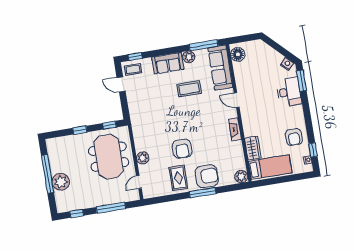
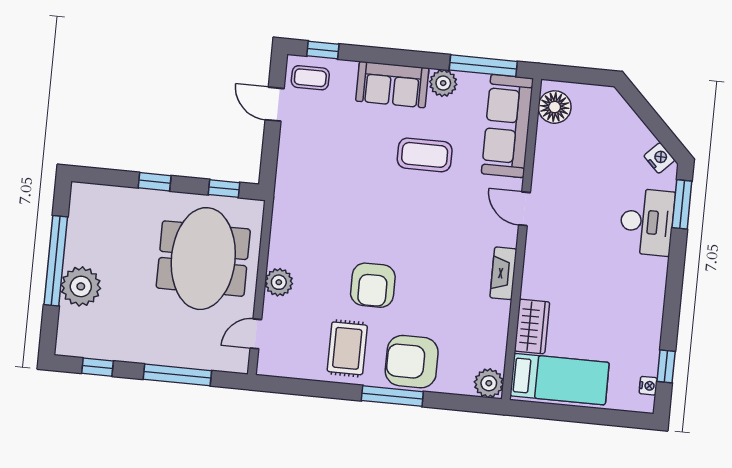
armchair: (294, 137) -> (631, 326), removed
armchair: (207, 176) -> (412, 362), turned 180

